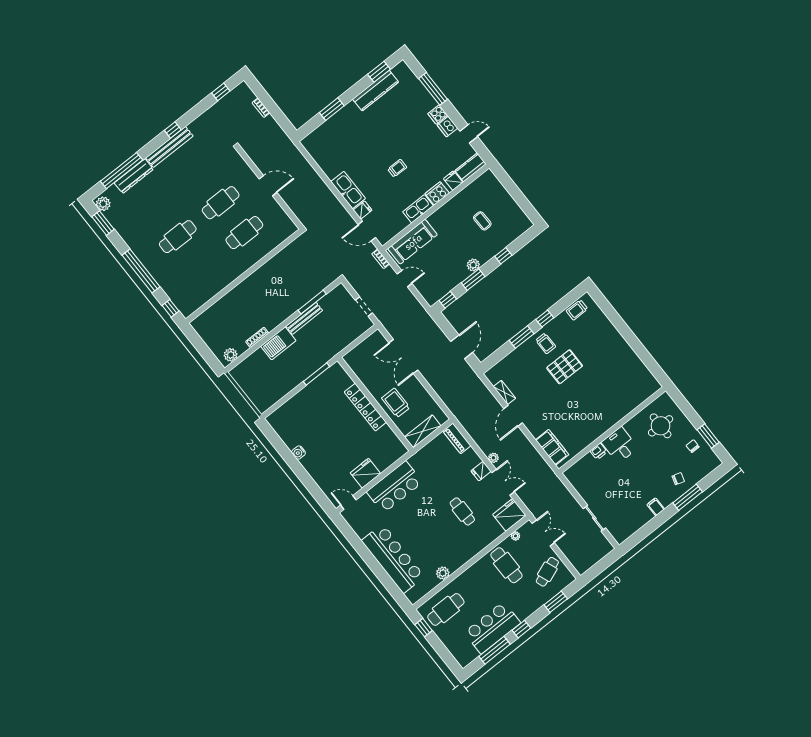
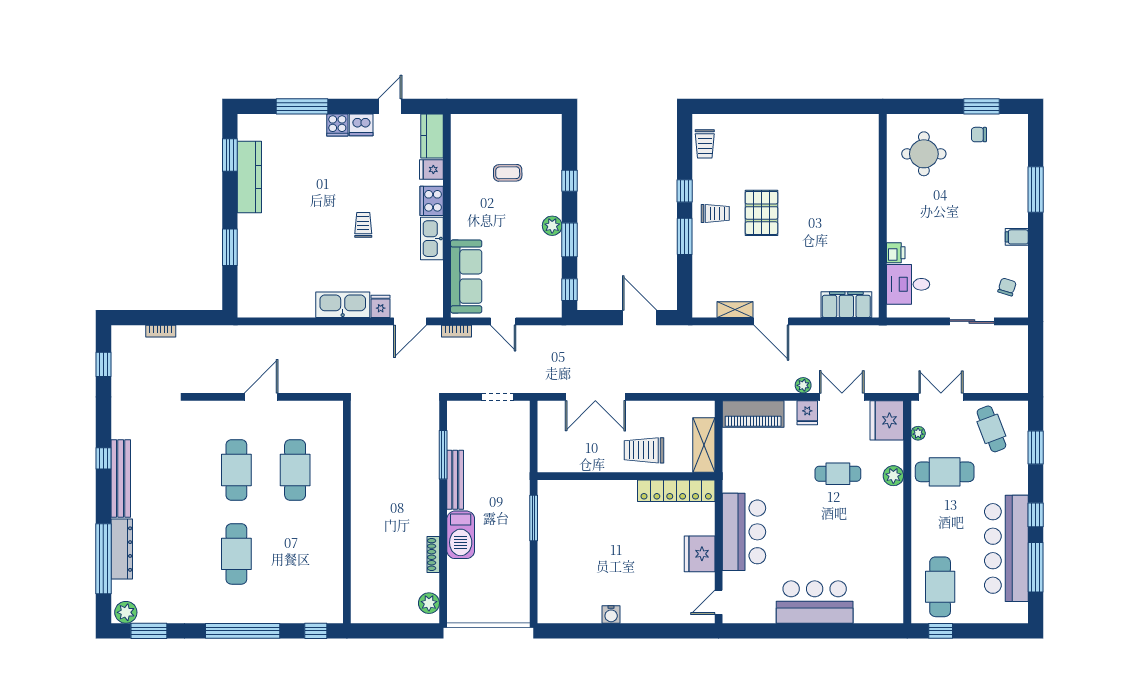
door: (405, 279) -> (503, 321), swing flipped
locker: (365, 407) -> (676, 491), moved
piano: (457, 438) -> (753, 414), width x1.37, depth x1.33
desk: (620, 445) -> (908, 284), moved
chair: (678, 479) -> (1007, 287), moved
bar counter: (393, 559) -> (815, 602), width x0.73
plant: (443, 573) -> (893, 476), moved
bar counter: (492, 628) -> (1006, 548), width x1.36

